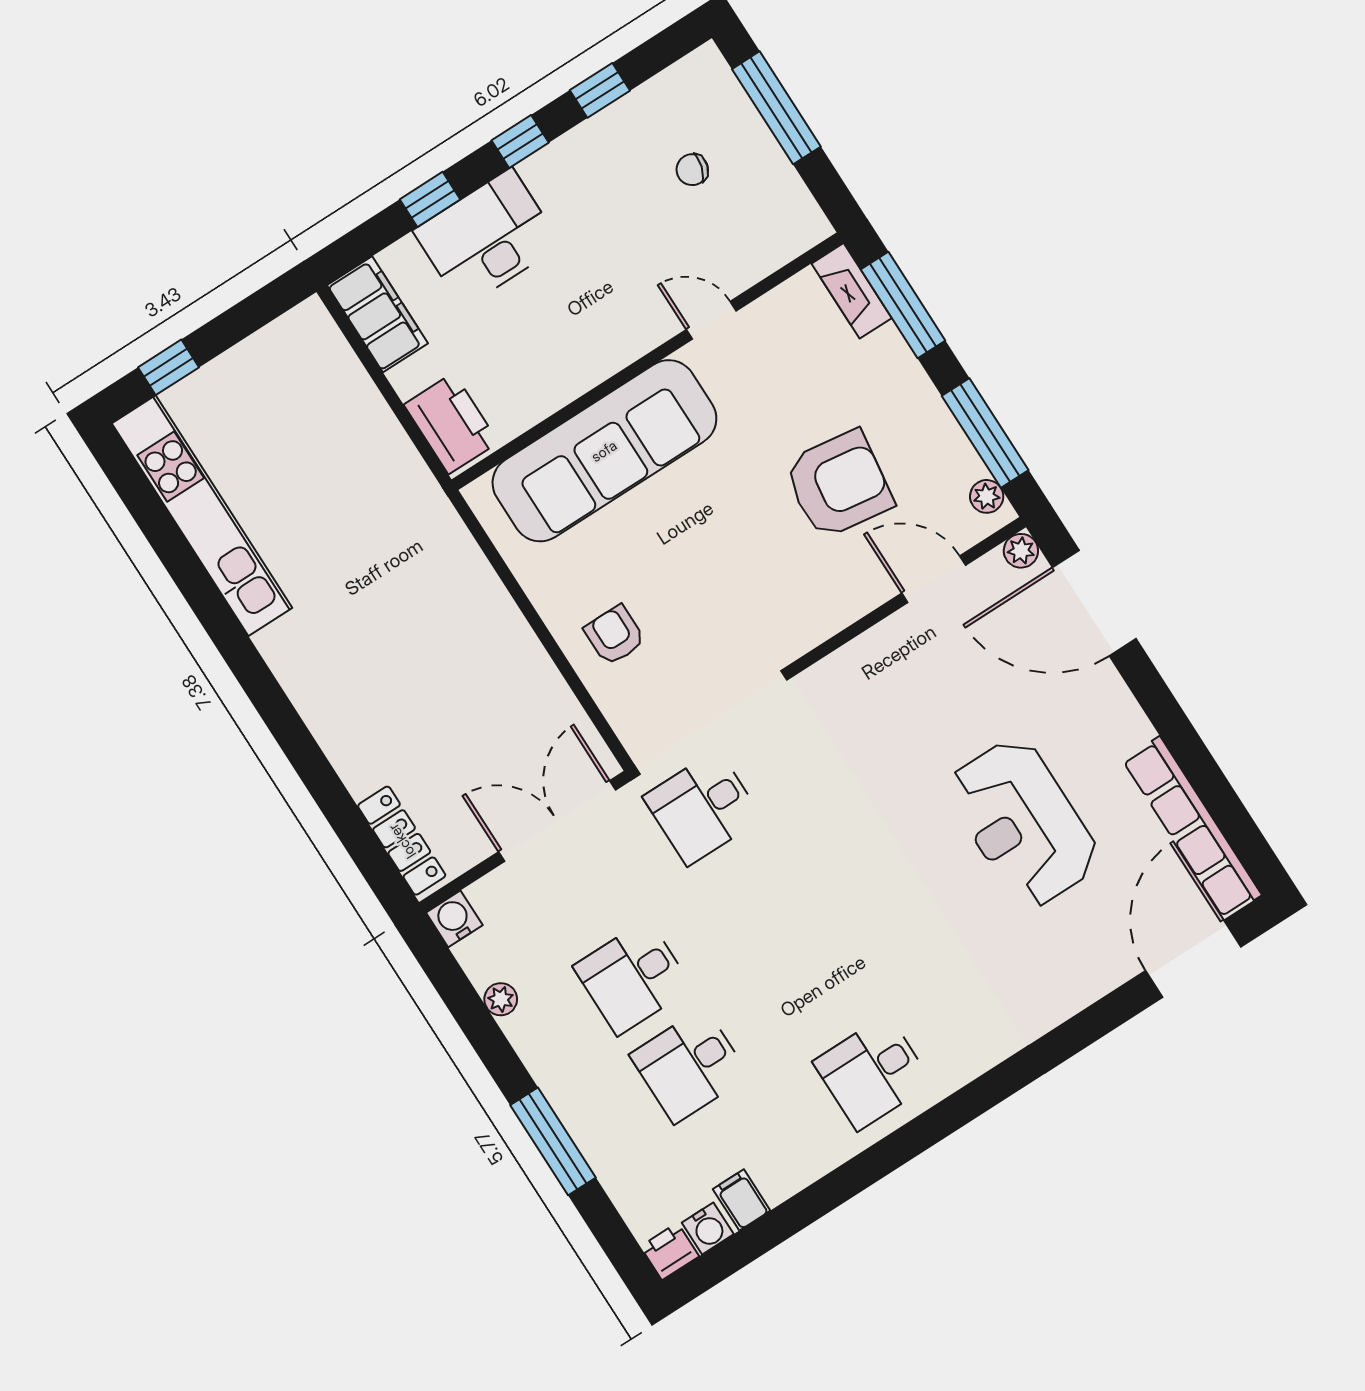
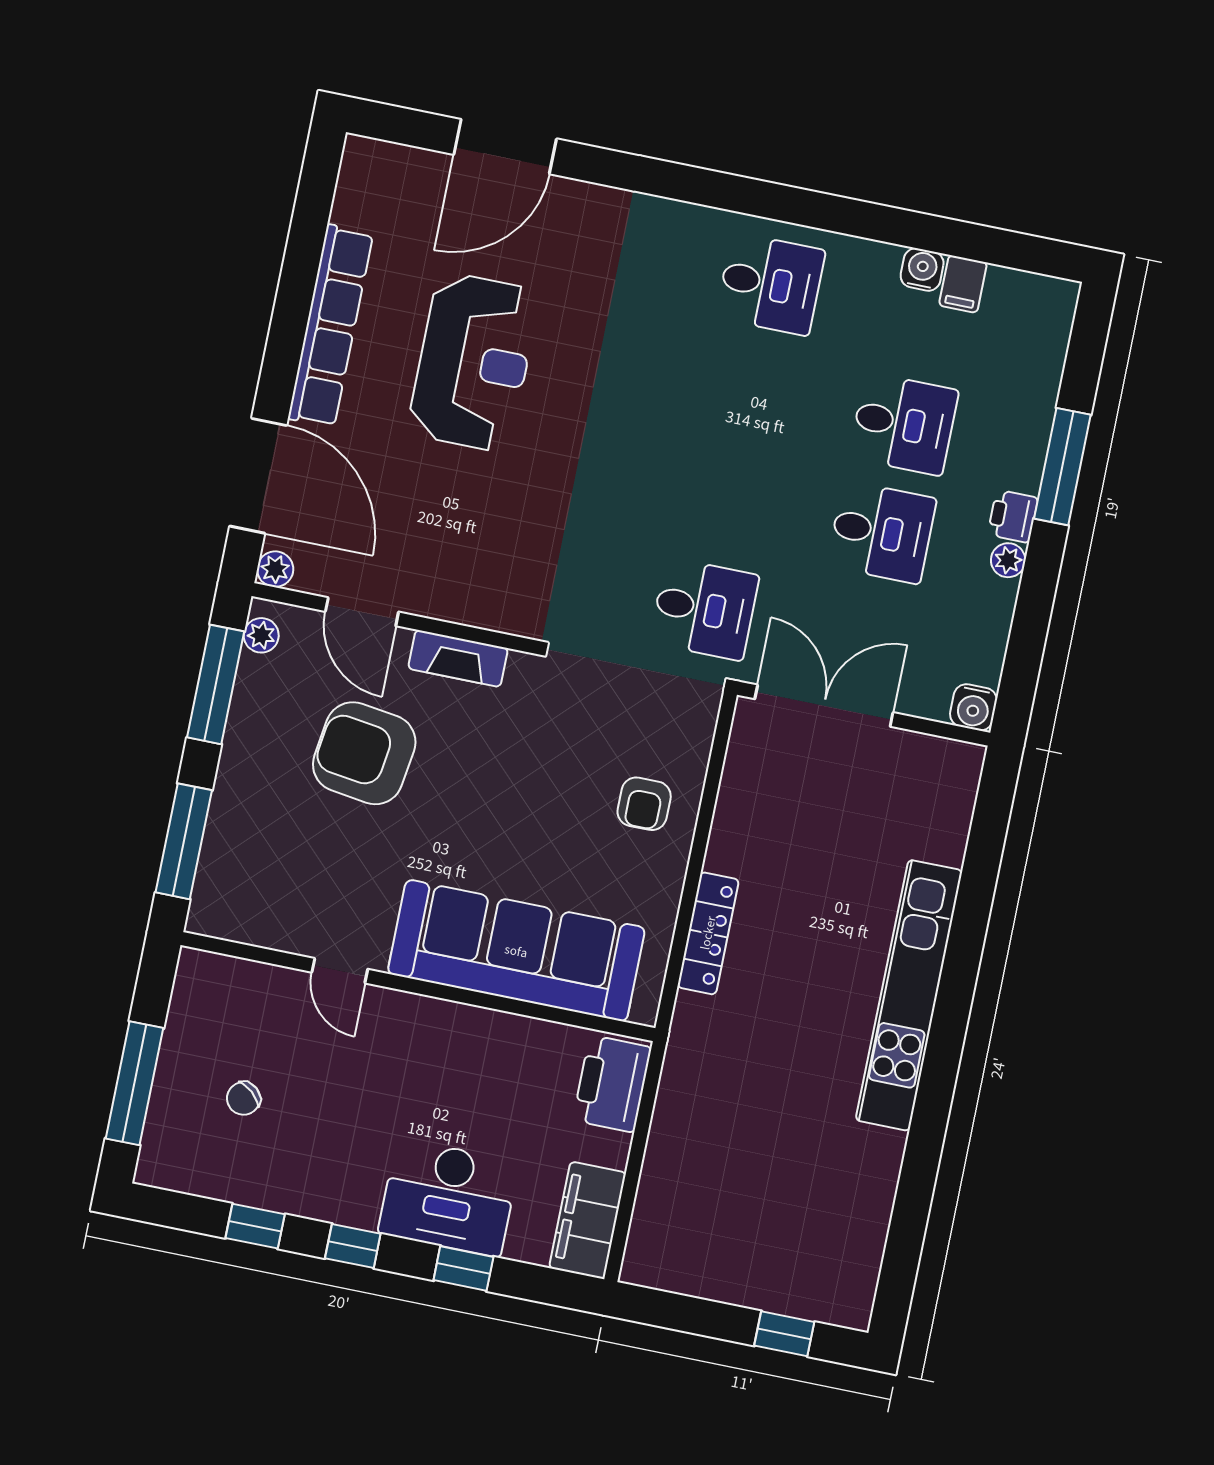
chair: (692, 170) -> (244, 1098), turned 115
fireplace: (852, 291) -> (458, 658), moved, turned 90
kitchen unit: (202, 516) -> (909, 995), moved
double door: (557, 821) -> (824, 706), swing flipped
row of seats: (1192, 827) -> (331, 326), moved
locker: (402, 841) -> (708, 933), moved, turned 180
door: (1193, 959) -> (505, 147), moved
plant: (501, 999) -> (1008, 560), moved
water cooler: (708, 1228) -> (922, 270), moved
printer: (670, 1251) -> (1013, 516), moved, turned 90

